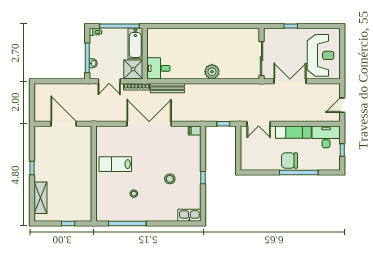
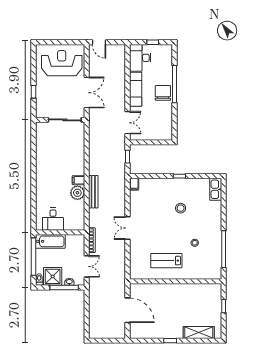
desk: (158, 68) -> (53, 219), moved
shower: (133, 69) -> (53, 276), moved
plant: (212, 72) -> (77, 193), moved
filing cabinet: (199, 73) -> (78, 180), added
double door: (290, 81) -> (87, 93), swing flipped
bench: (167, 88) -> (93, 192), moved
door: (342, 105) -> (99, 42), moved
door: (64, 124) -> (127, 310), swing flipped
double door: (149, 124) -> (127, 228), width x0.54
chair: (289, 161) -> (163, 93), turned 180
lab bench: (115, 164) -> (166, 261), turned 90

